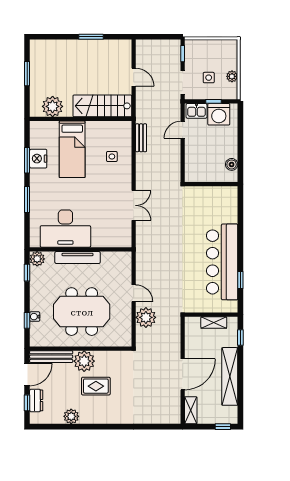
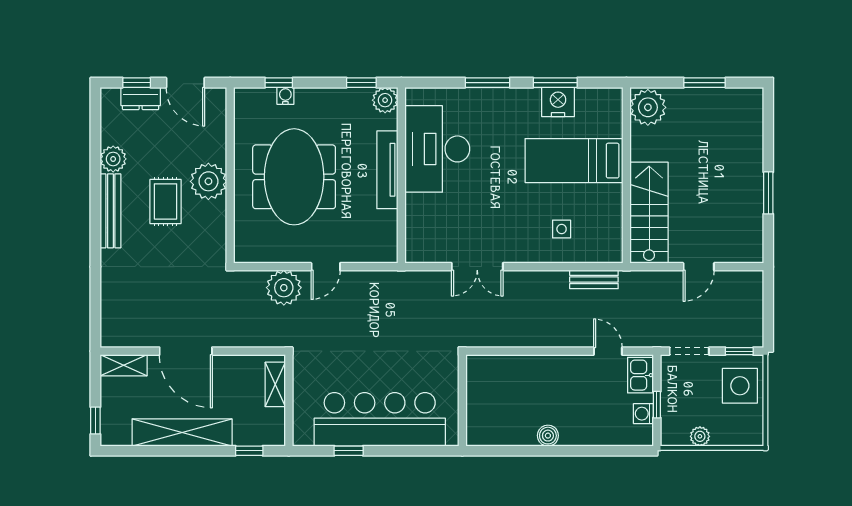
side table: (209, 78) -> (740, 386), moved, width x1.87, depth x1.87
plant: (53, 106) -> (648, 107), moved
washing machine: (219, 114) -> (643, 414), width x0.53, depth x0.53
wall: (211, 184) -> (462, 400), moved
shelving: (214, 322) -> (275, 384), moved
bench: (51, 357) -> (110, 211), moved

